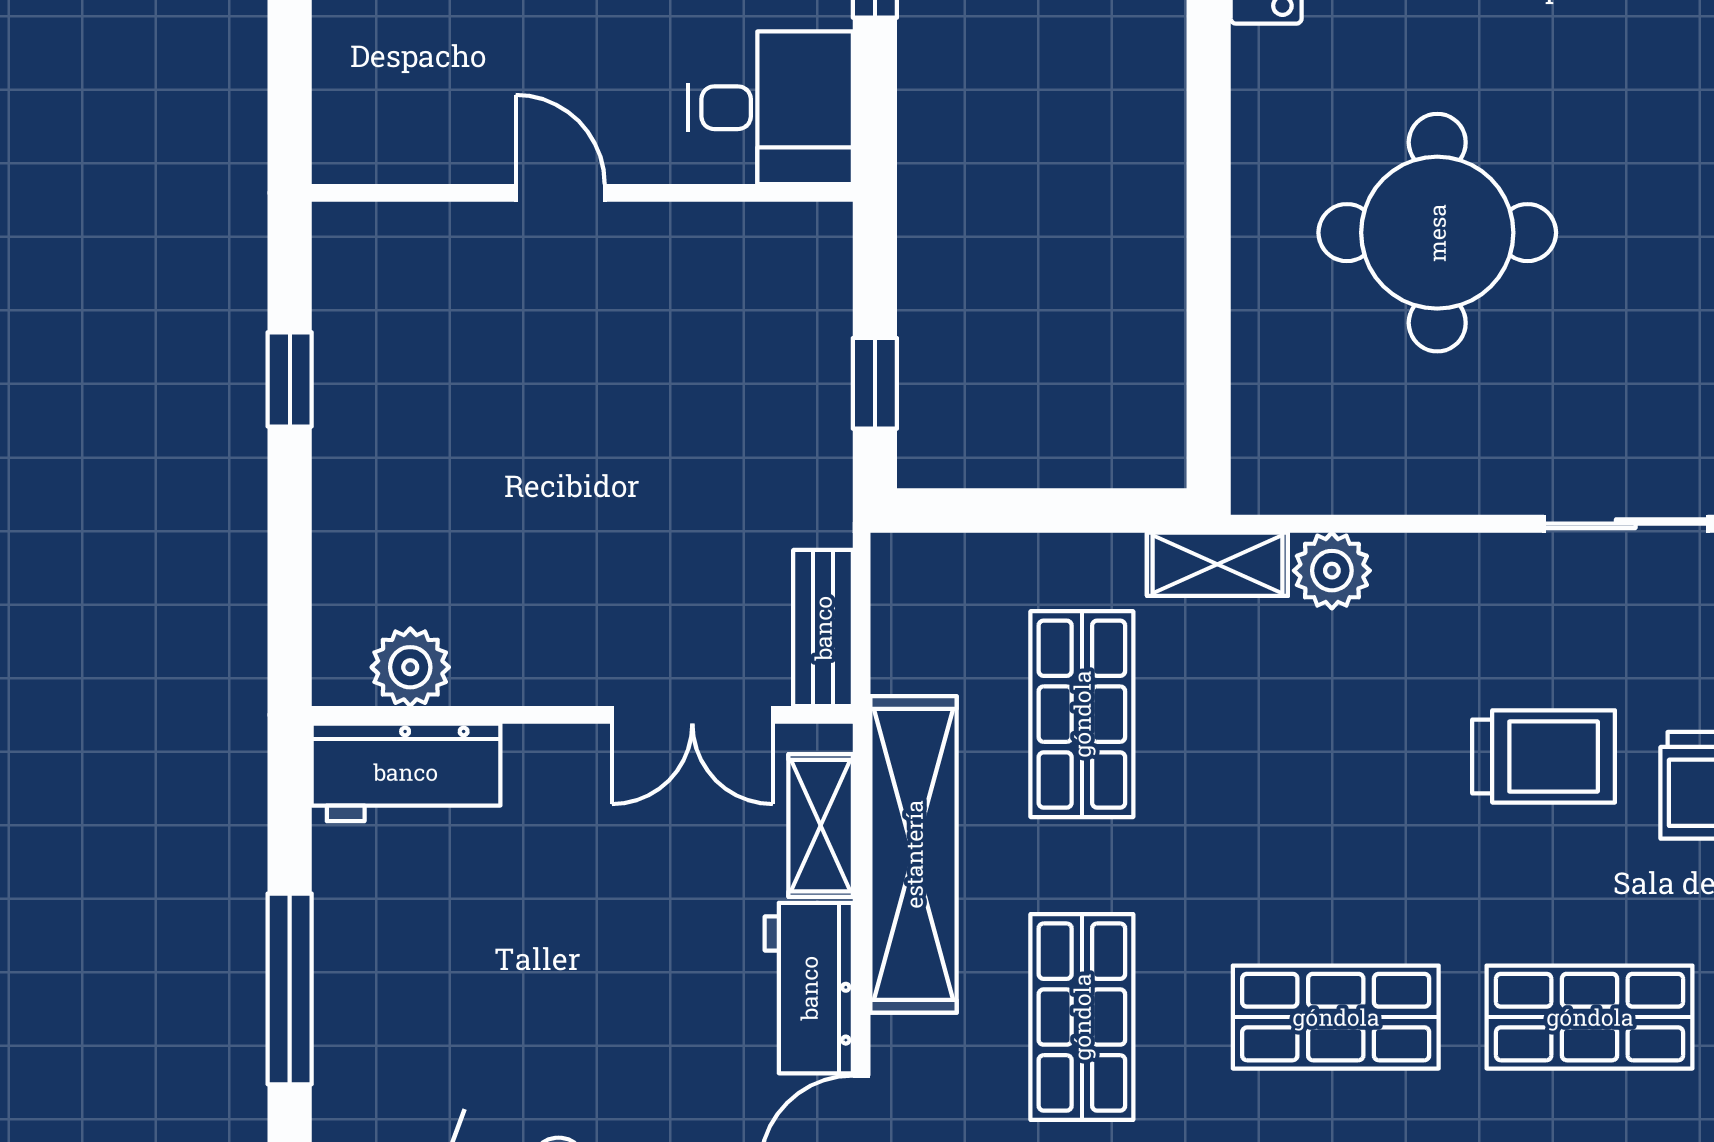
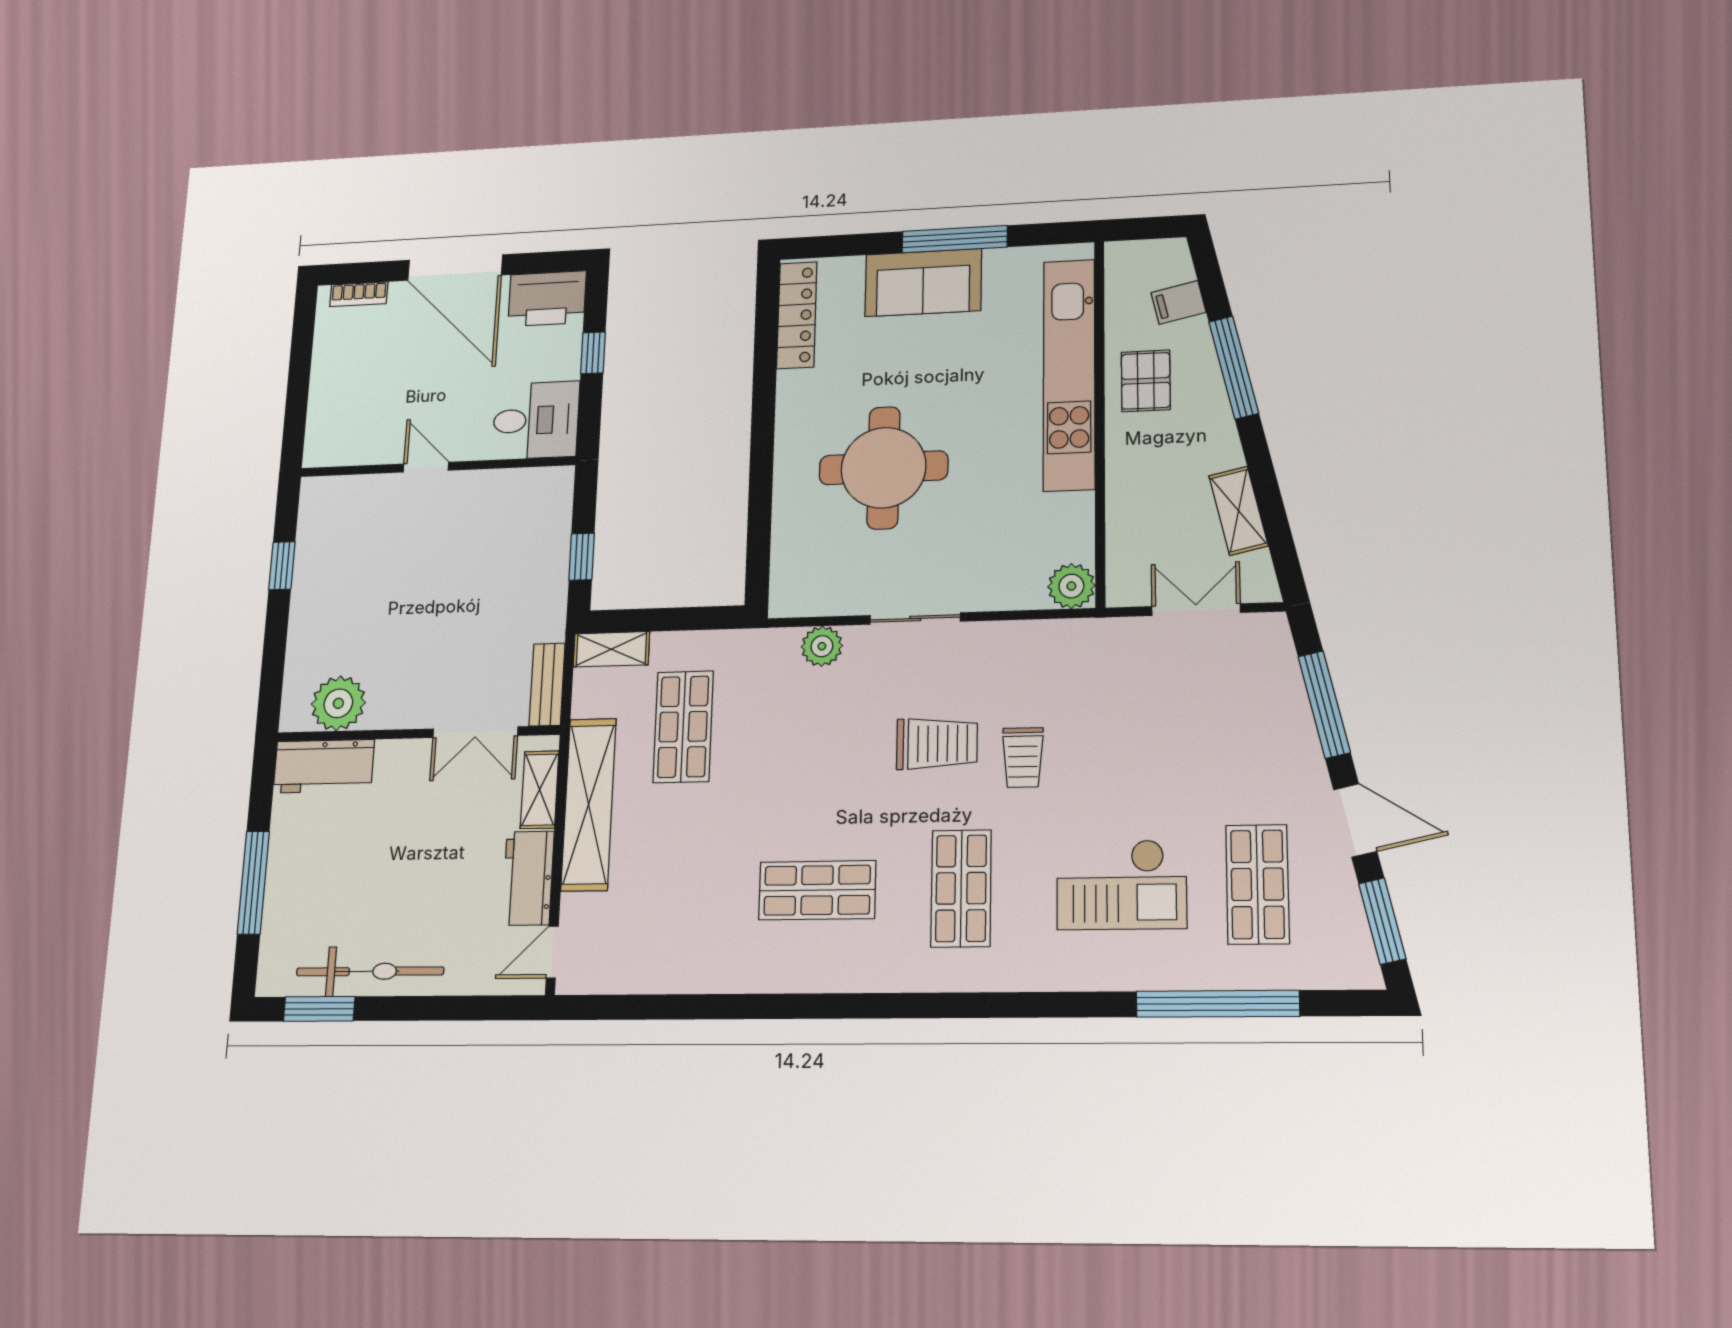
sliding door: (1626, 524) -> (915, 618), moved
shelving: (1217, 564) -> (611, 649), moved
plant: (410, 667) -> (338, 703), width x1.36, depth x1.36
shop shelf: (1082, 1017) -> (676, 892), removed
shop shelf: (1590, 1017) -> (961, 888), turned 90

